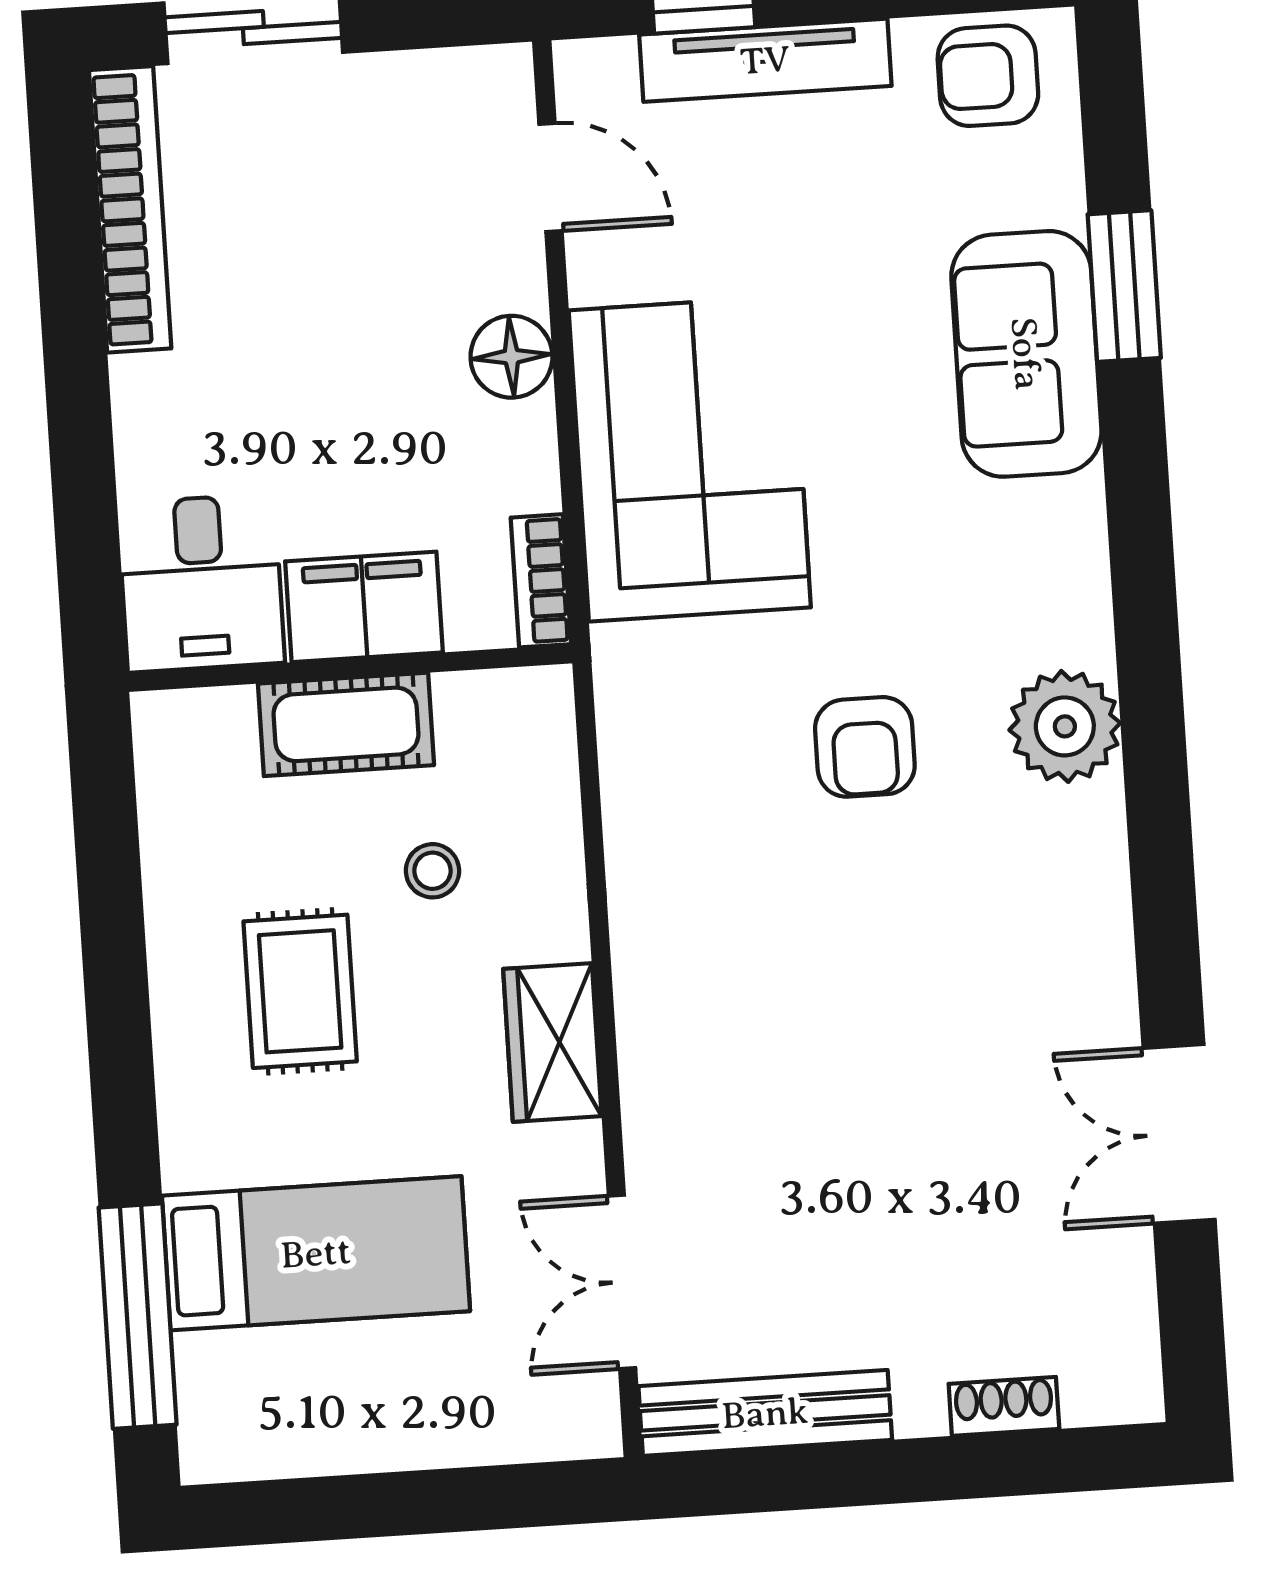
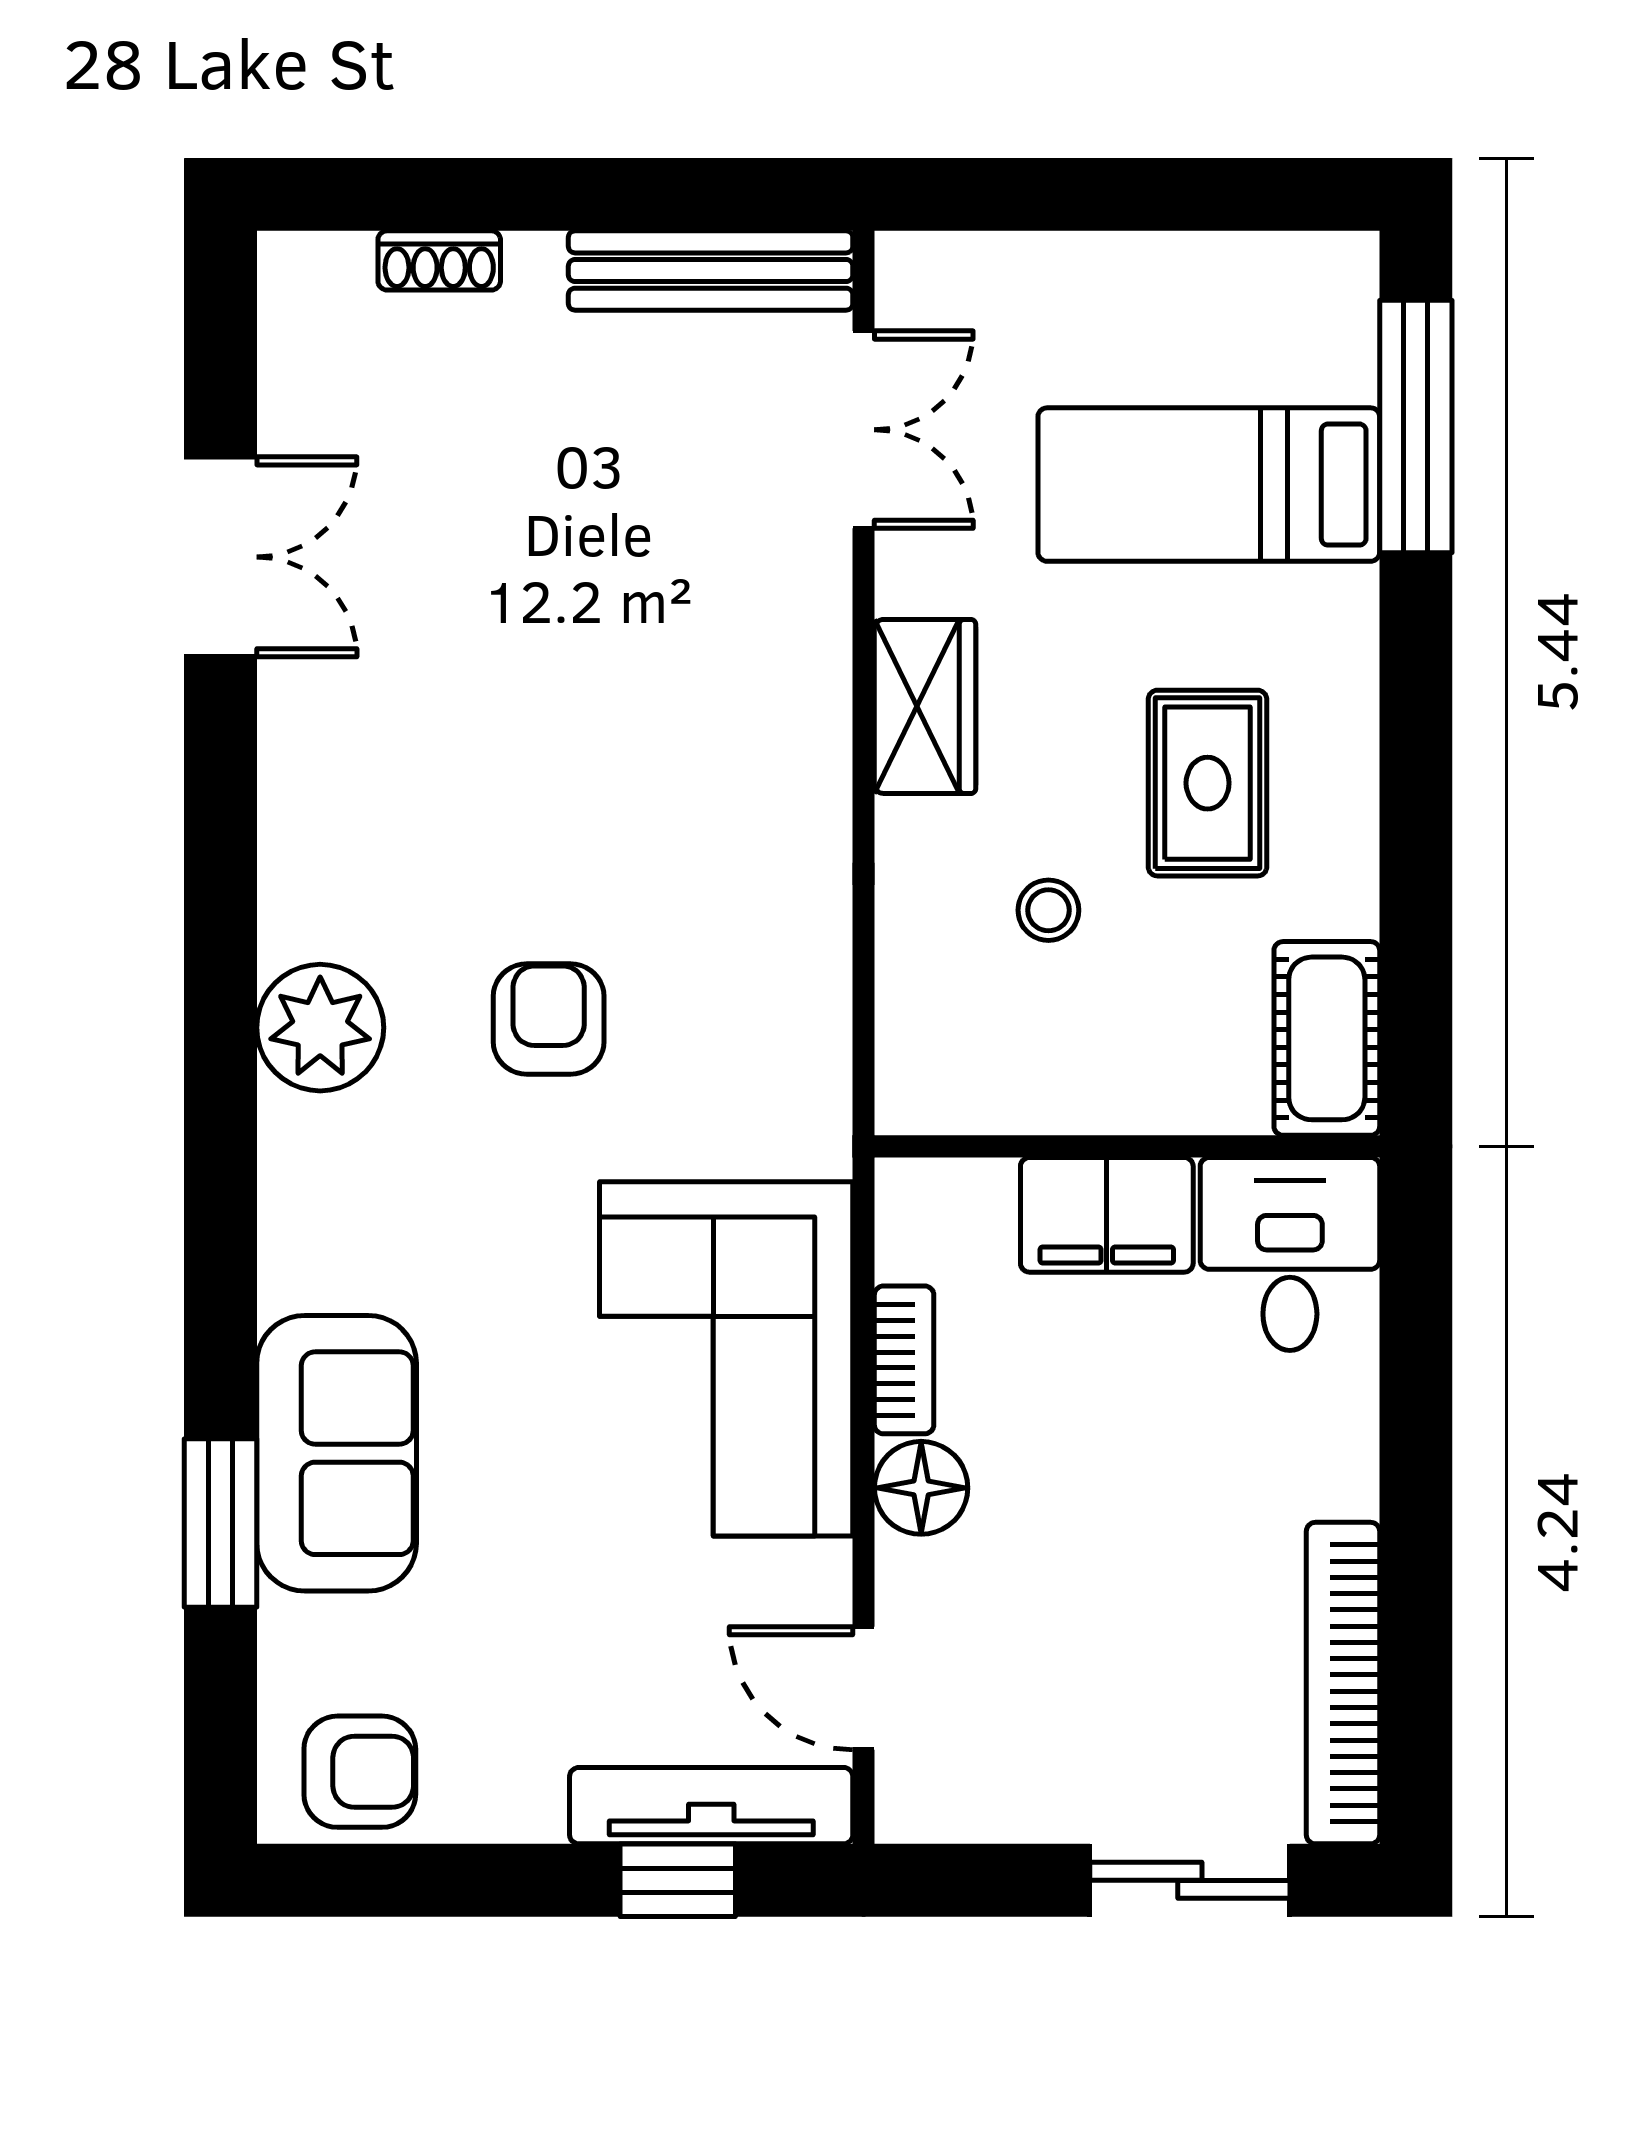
tv unit: (765, 60) -> (711, 1806), moved
bookcase: (541, 581) -> (904, 1360), moved
cot: (346, 724) -> (1327, 1038), moved, turned 90

